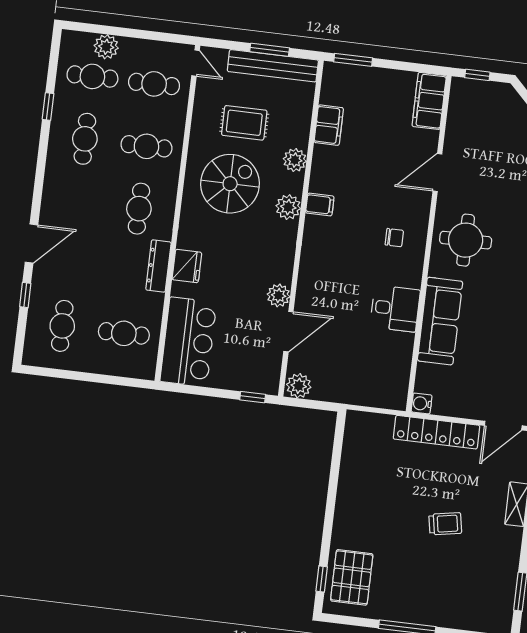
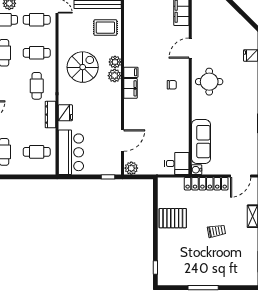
rug: (244, 123) -> (105, 28), moved
filing cabinet: (329, 125) -> (130, 88), moved
plant: (295, 160) -> (115, 62), moved
plant: (279, 295) -> (115, 122), removed
desk: (395, 308) -> (177, 164), moved
sofa: (440, 321) -> (201, 142), moved
pallet: (352, 577) -> (173, 218), moved, turned 90

